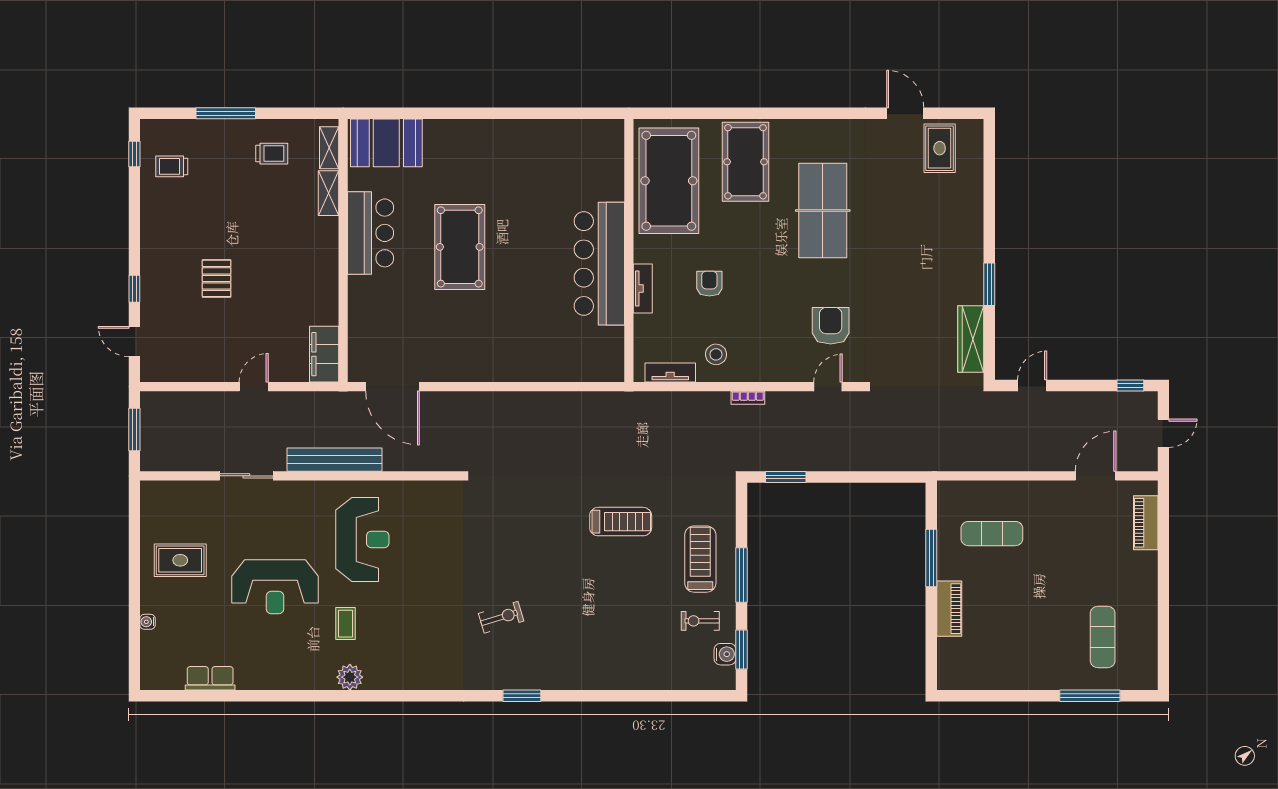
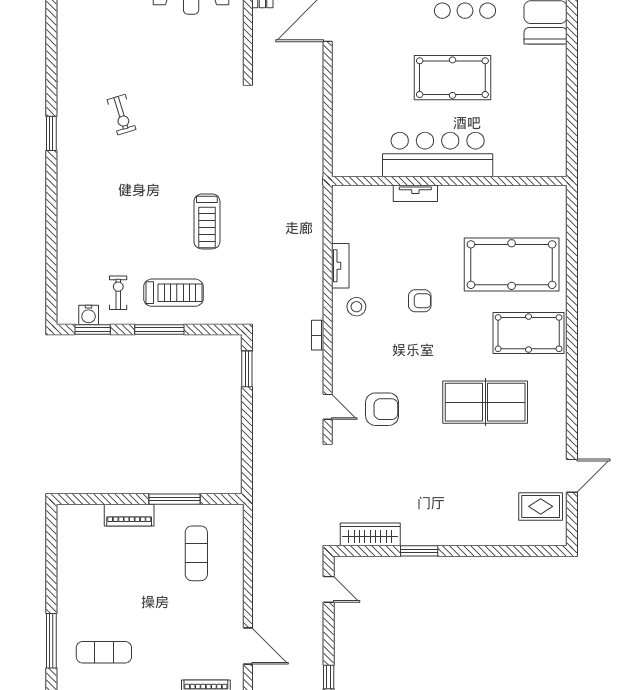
wall: (629, 250) -> (449, 181), moved
bar counter: (599, 264) -> (438, 155), moved
tv unit: (643, 288) -> (415, 193), moved

